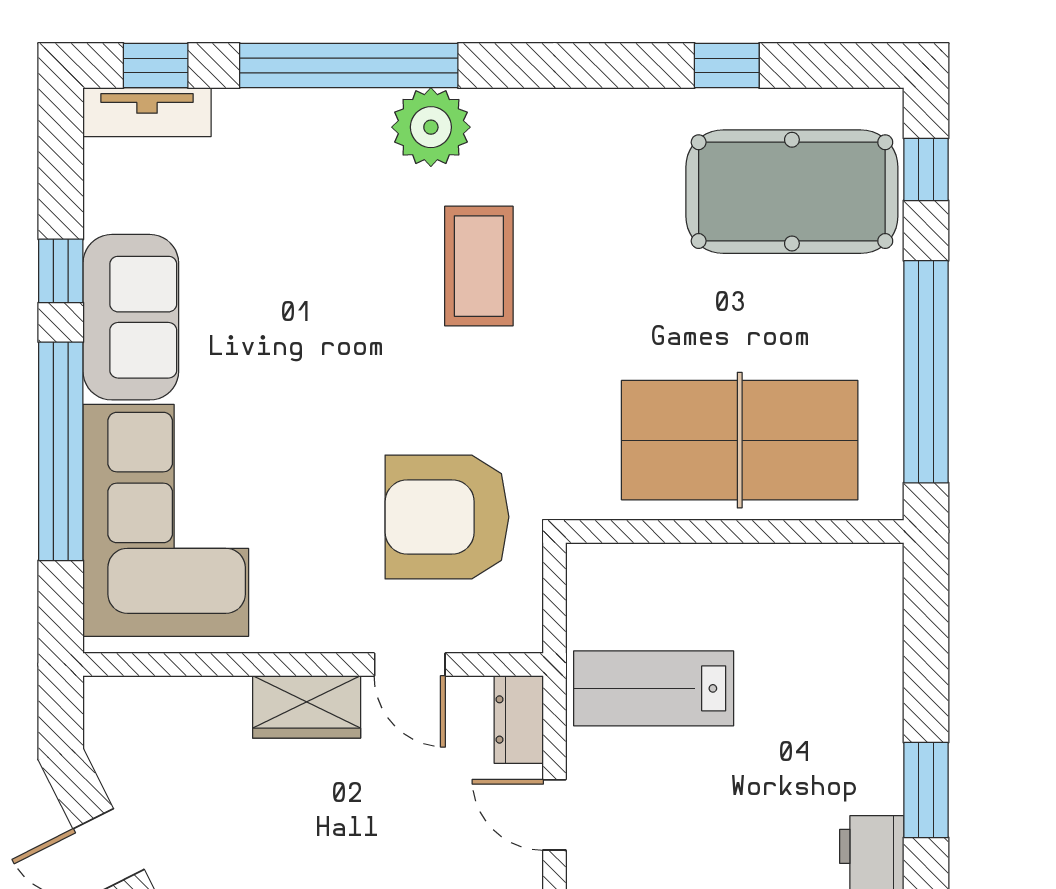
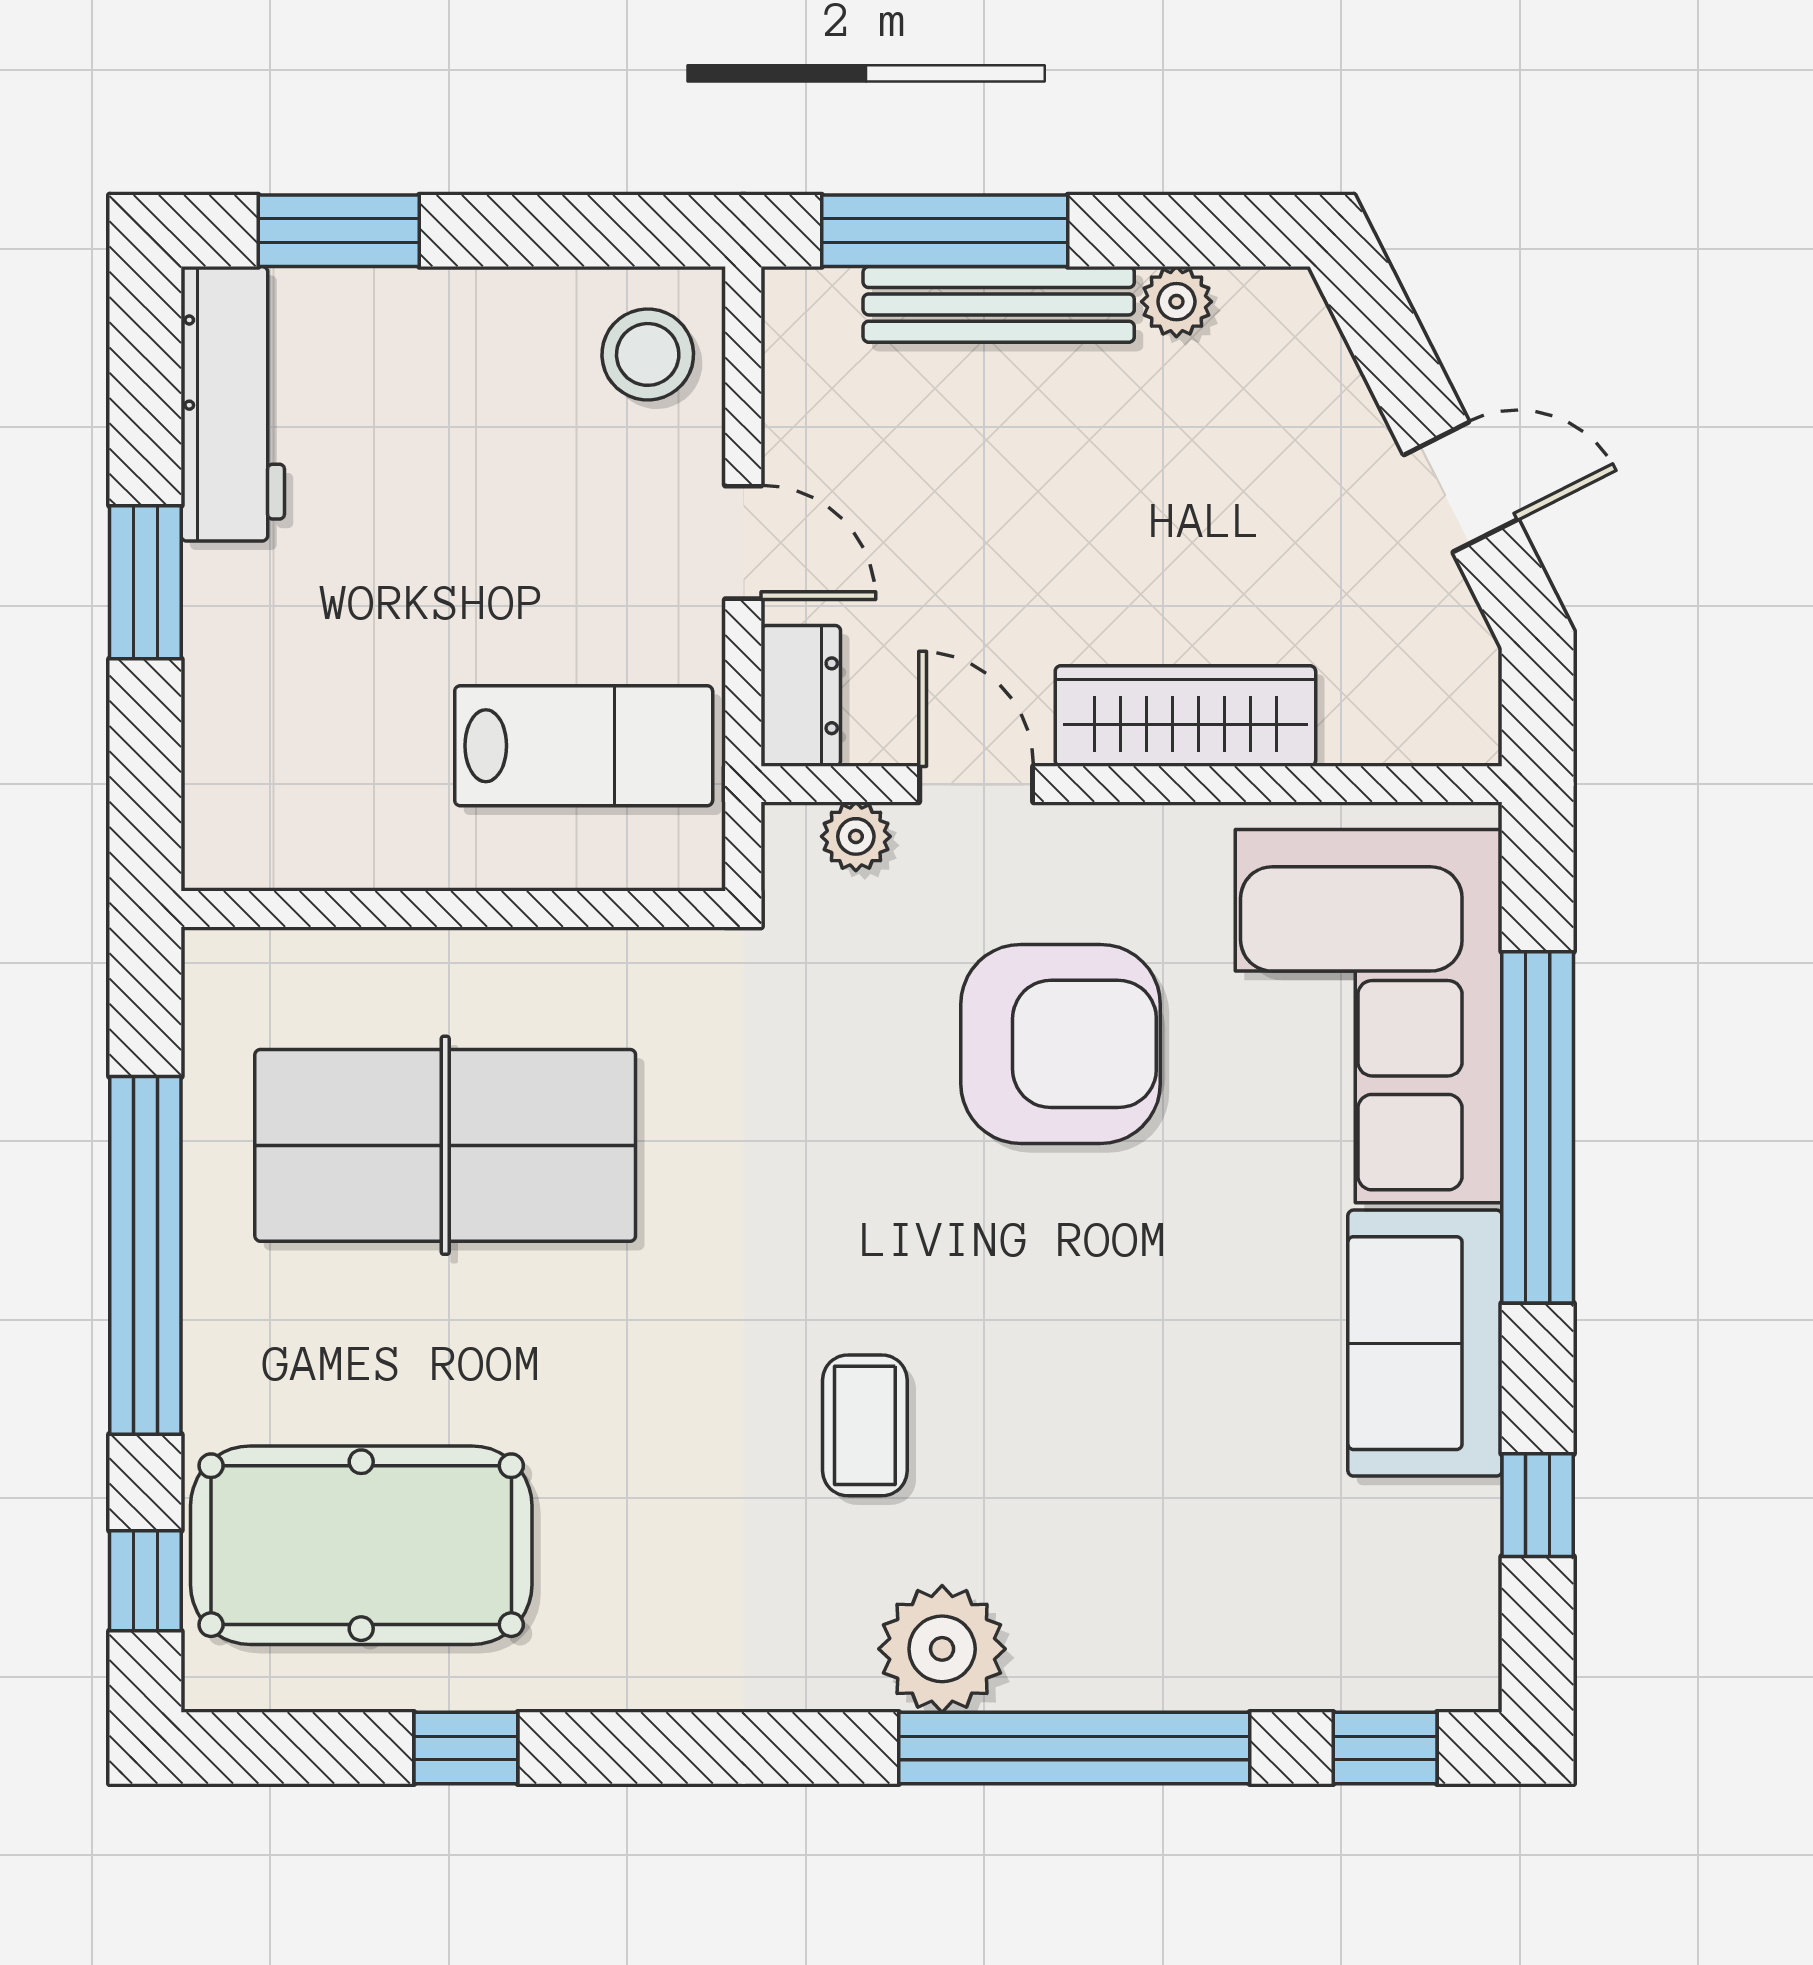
tv unit: (147, 112) -> (1399, 1673), removed
coffee table: (479, 266) -> (865, 1425), width x0.73, depth x0.77
window: (61, 271) -> (1538, 1505), moved
armchair: (447, 517) -> (1061, 1044), moved
wall: (735, 531) -> (453, 909), moved
plant: (484, 632) -> (856, 836), added
wardrobe: (307, 707) -> (1185, 716), width x1.50

